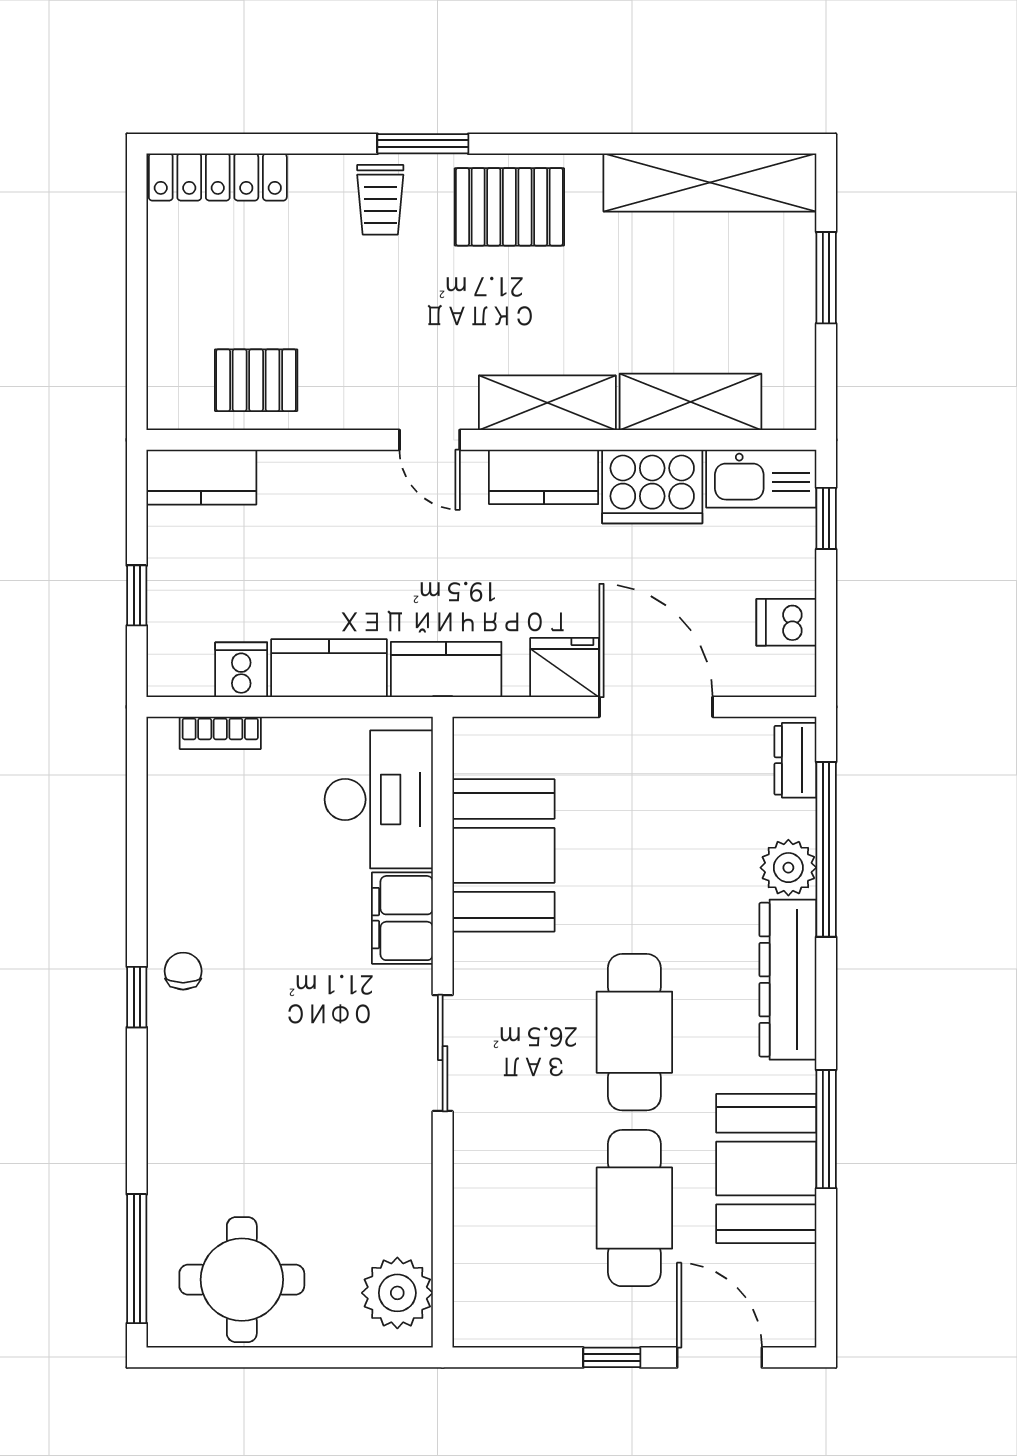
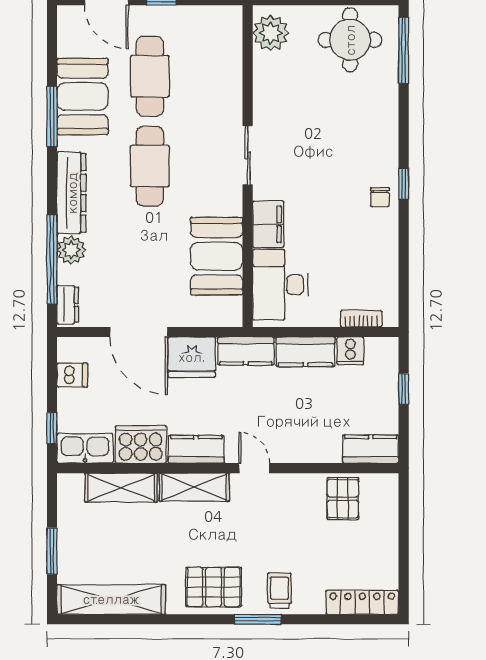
pallet: (256, 380) -> (343, 499), turned 90
fridge: (565, 668) -> (192, 357), width x1.36, depth x1.34

